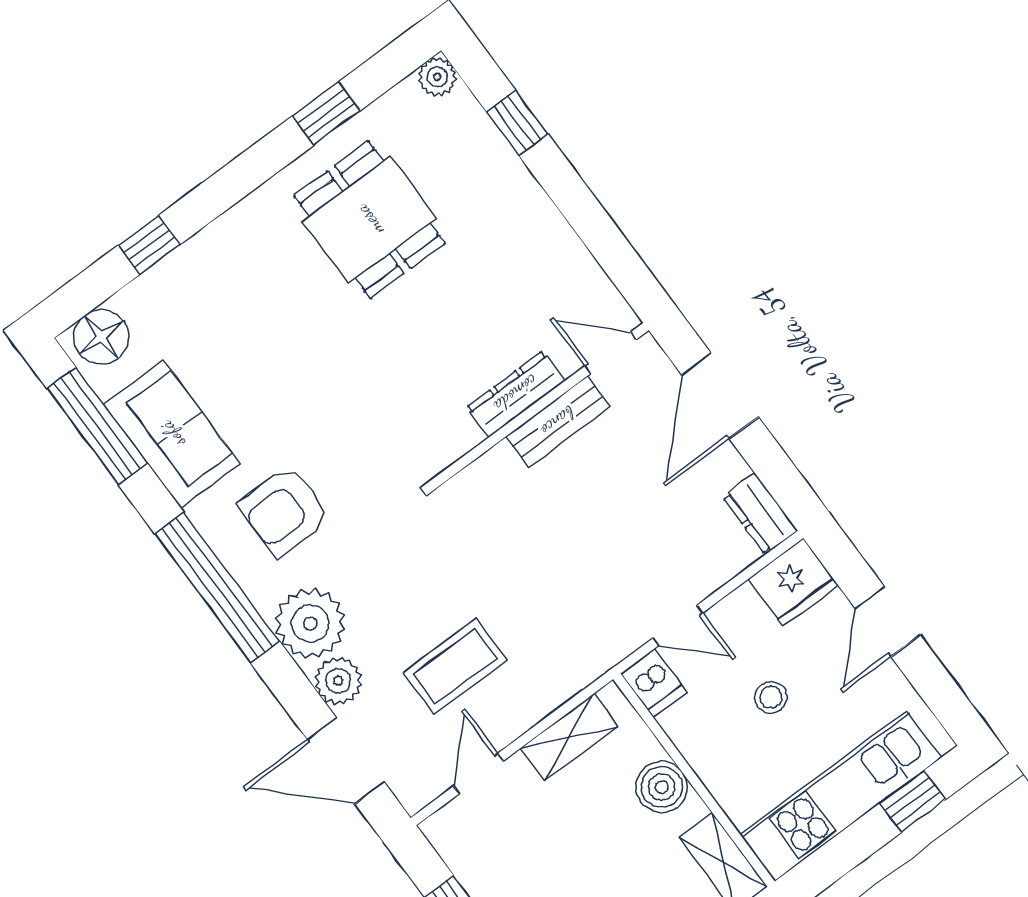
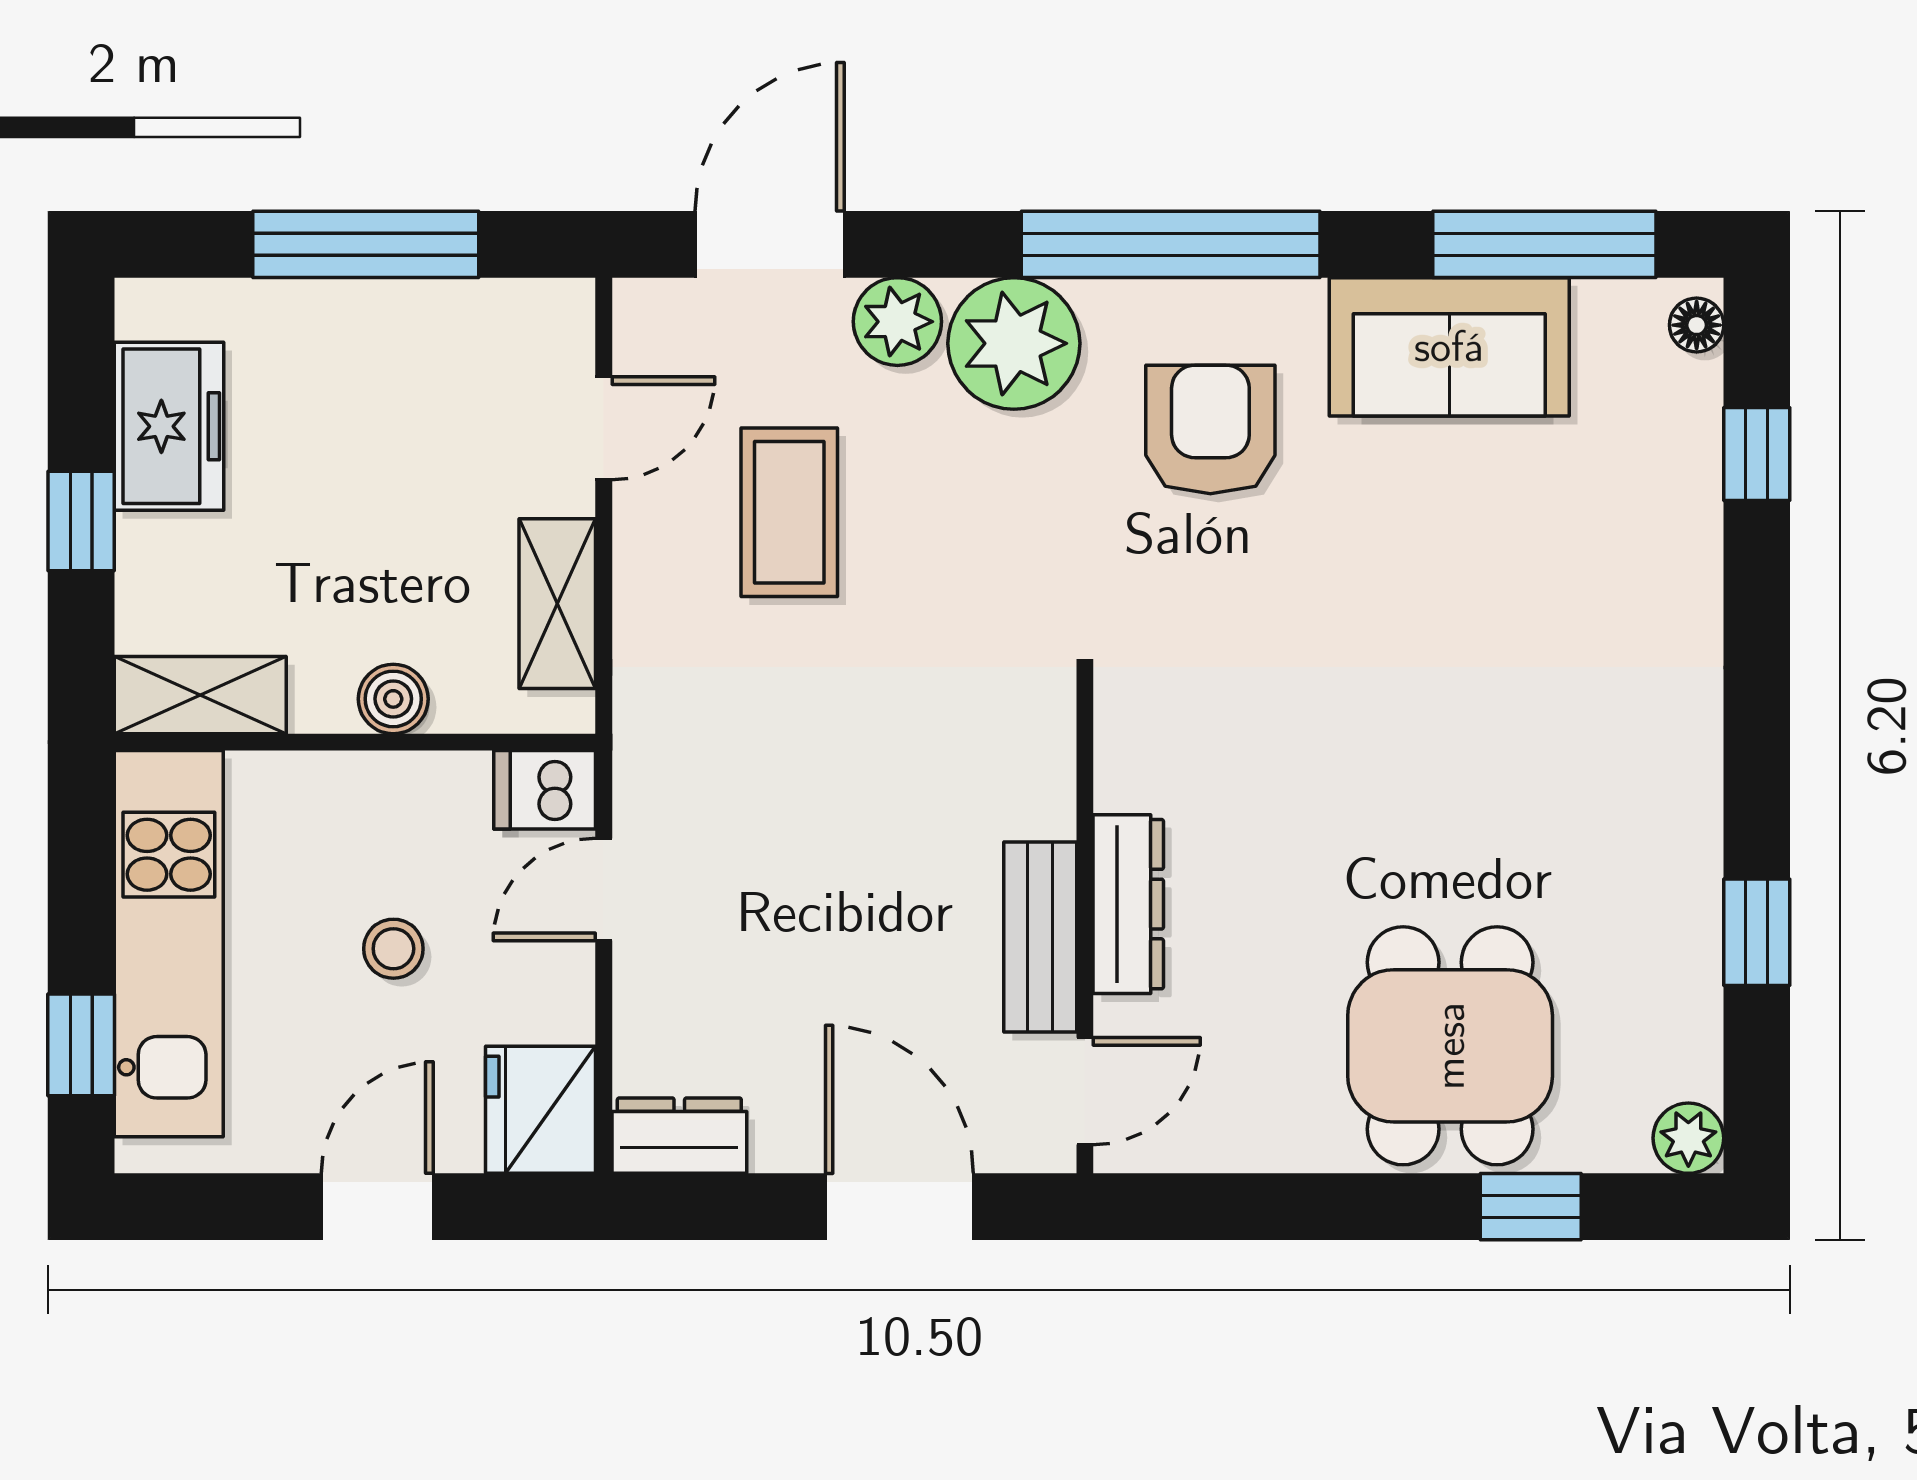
dining table: (369, 220) -> (1450, 1046), moved, turned 90
window: (149, 245) -> (1757, 454), moved
floor lamp: (101, 337) -> (1697, 325), width x0.53, depth x0.53
door: (888, 622) -> (377, 1207), hinge flipped
door: (478, 773) -> (604, 428), hinge flipped
boiler: (662, 787) -> (393, 699), width x0.73, depth x0.73

